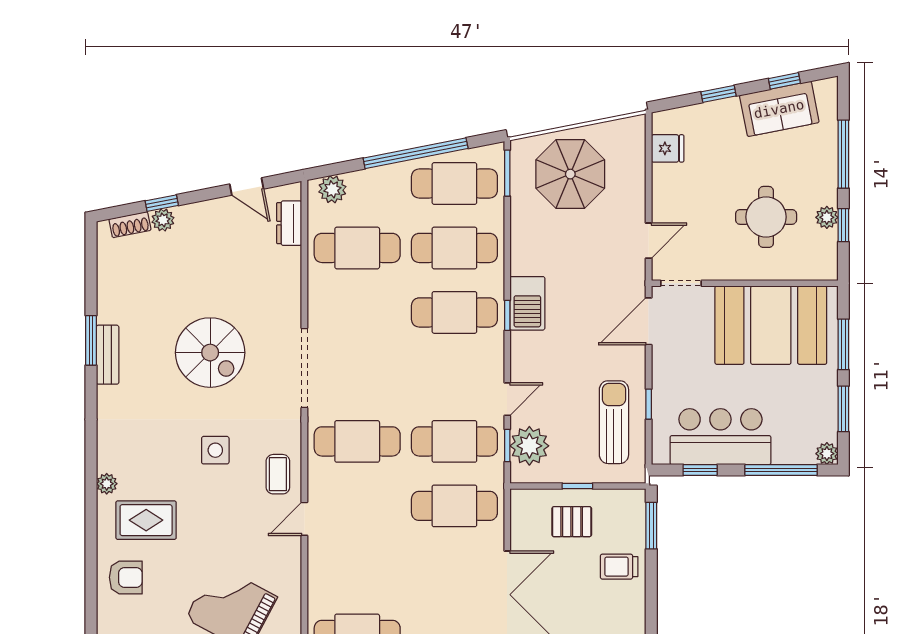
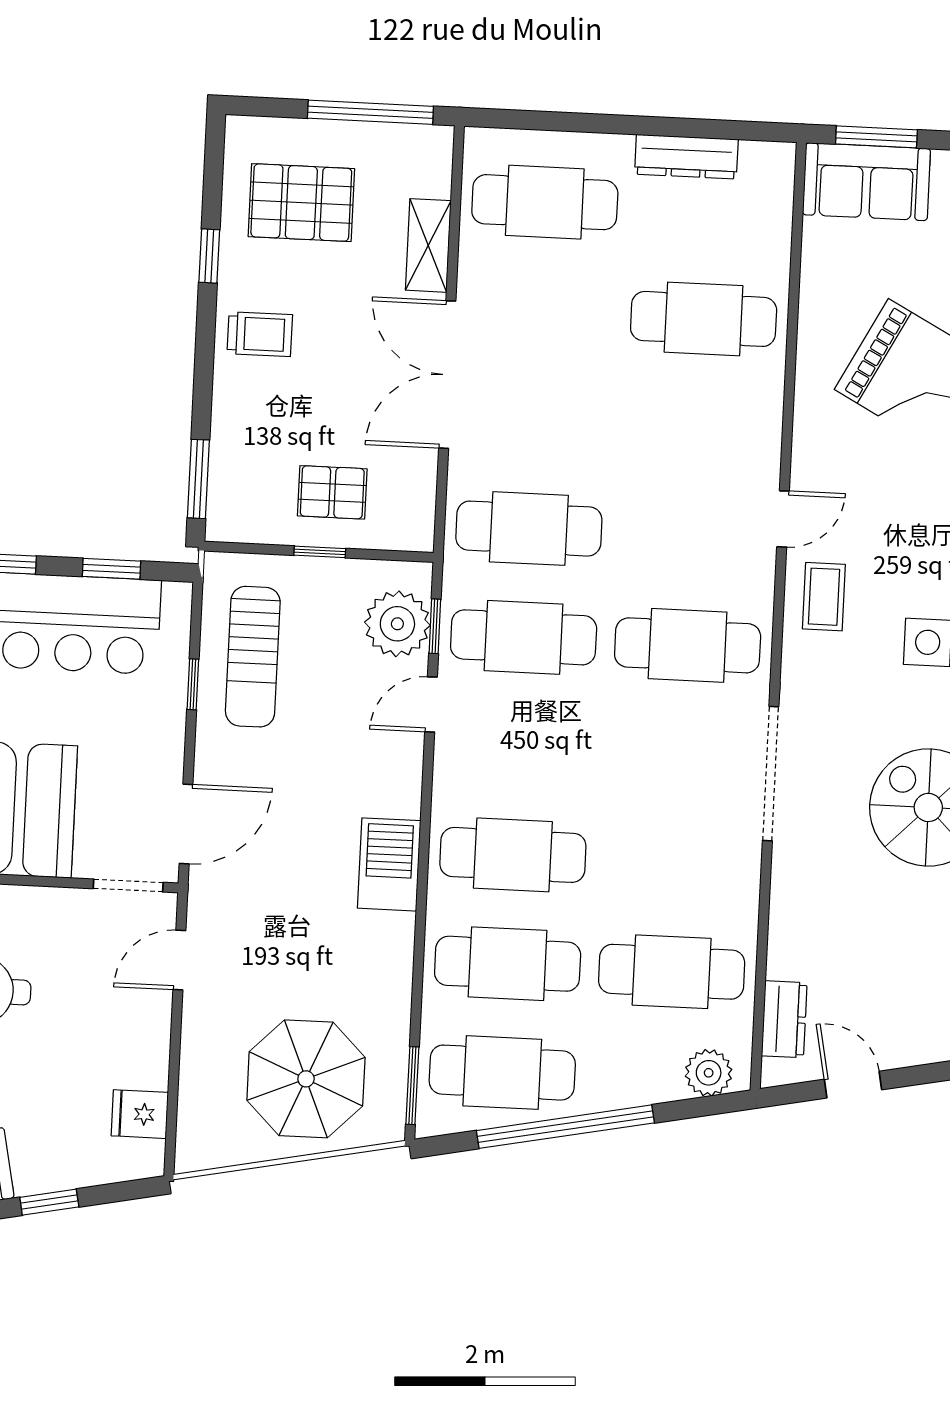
window: (507, 315) -> (424, 846), removed
trolley: (619, 567) -> (260, 334), moved

